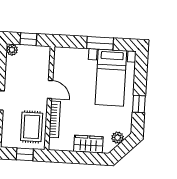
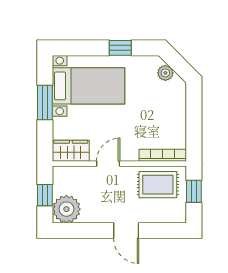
plant: (12, 50) -> (66, 209), width x1.88, depth x1.88
bookcase: (55, 119) -> (163, 155), moved
wardrobe: (88, 144) -> (71, 151), moved, turned 90

